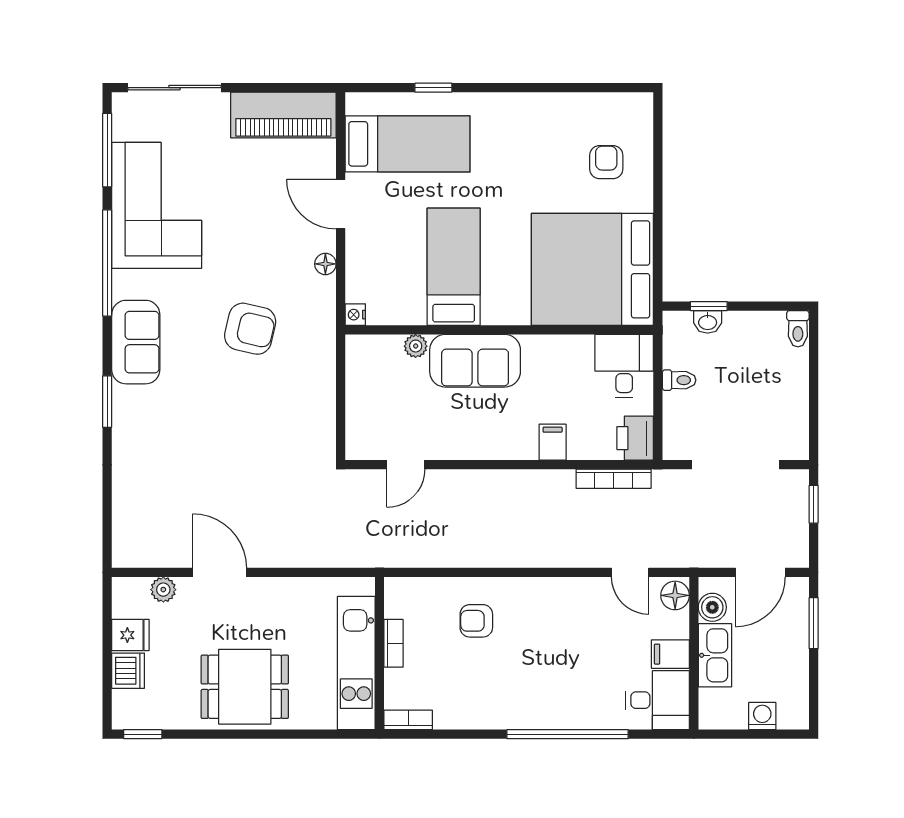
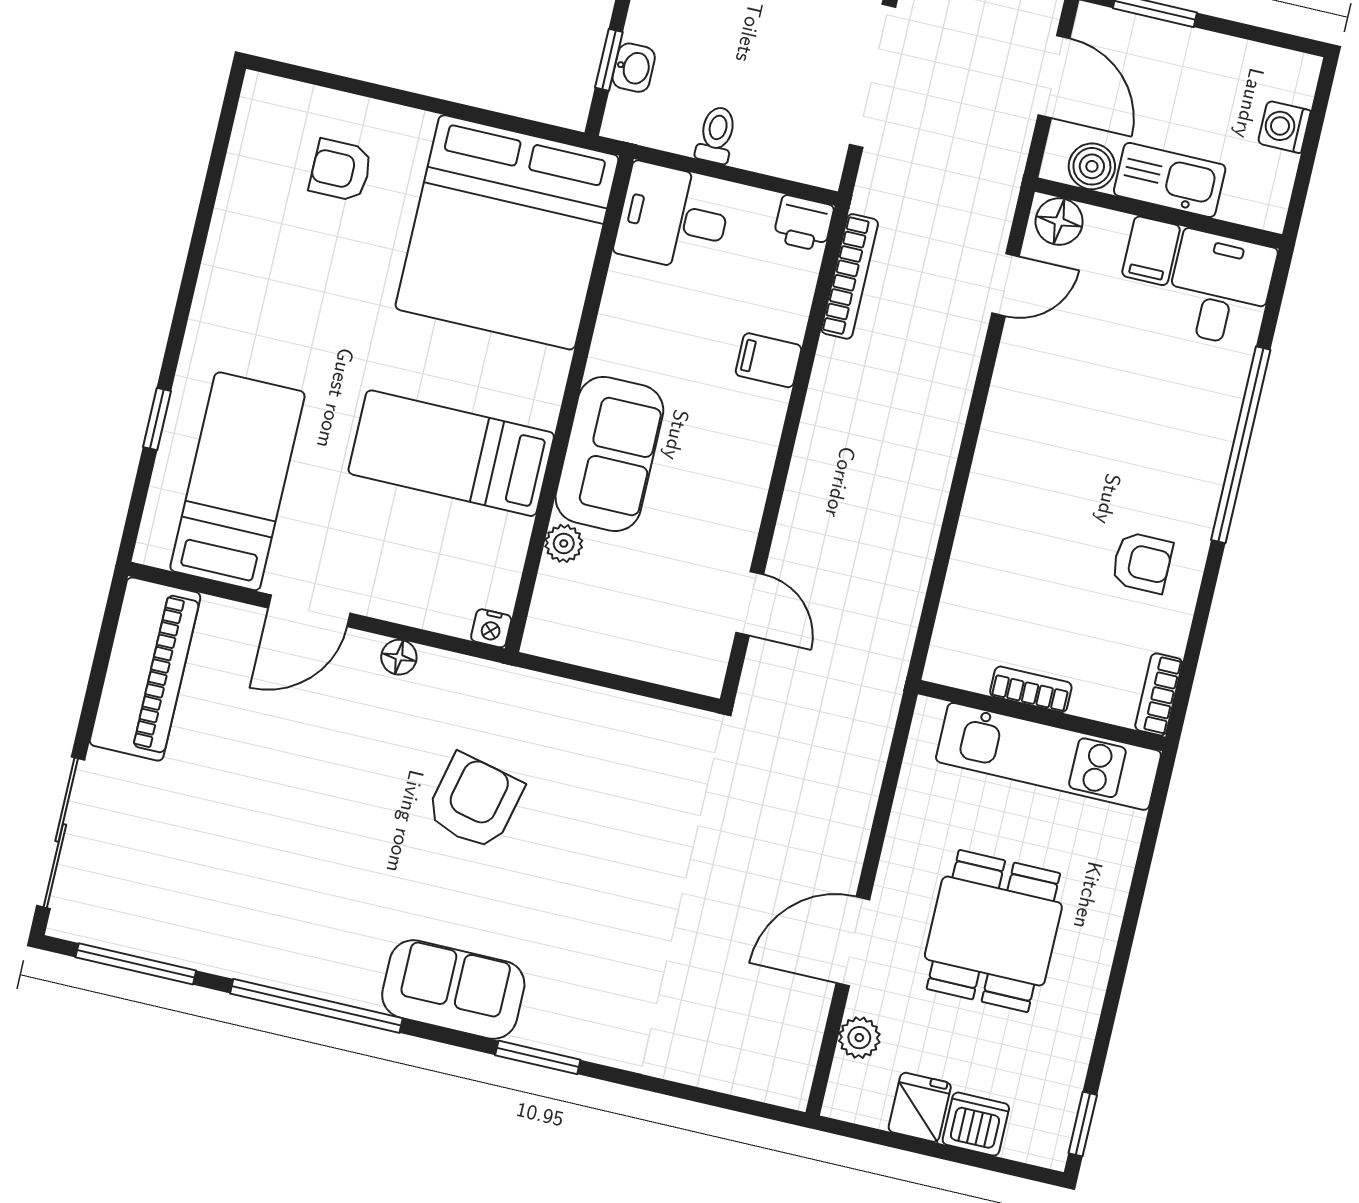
corner sofa: (157, 205) -> (242, 905), removed
printer: (635, 438) -> (803, 223), width x0.73, depth x0.81
armchair: (476, 621) -> (1142, 563), moved, turned -90
dining table: (245, 687) -> (993, 931), moved

